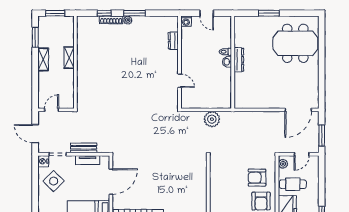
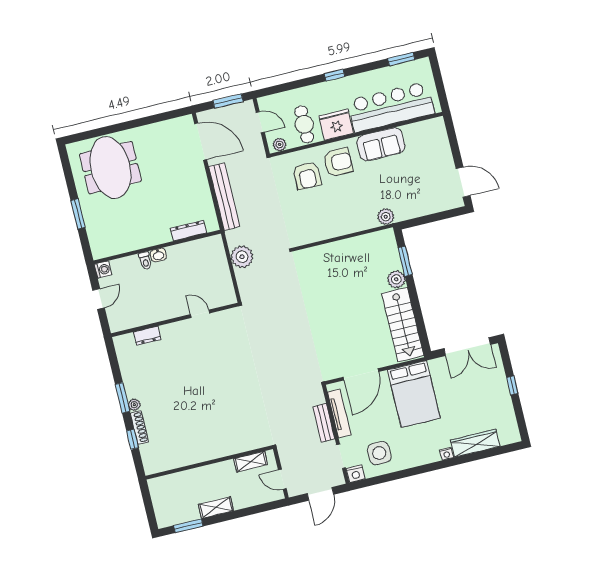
window: (55, 13) -> (149, 507), removed
washing machine: (186, 21) -> (103, 270), moved
shelving: (69, 58) -> (251, 462), moved
dresser: (239, 60) -> (188, 231), moved
door: (180, 81) -> (200, 314), hinge flipped
bench: (256, 117) -> (224, 197), added
tv unit: (88, 160) -> (339, 413), width x1.41
side table: (54, 181) -> (379, 453), turned 45
door: (111, 182) -> (361, 374), swing flipped

